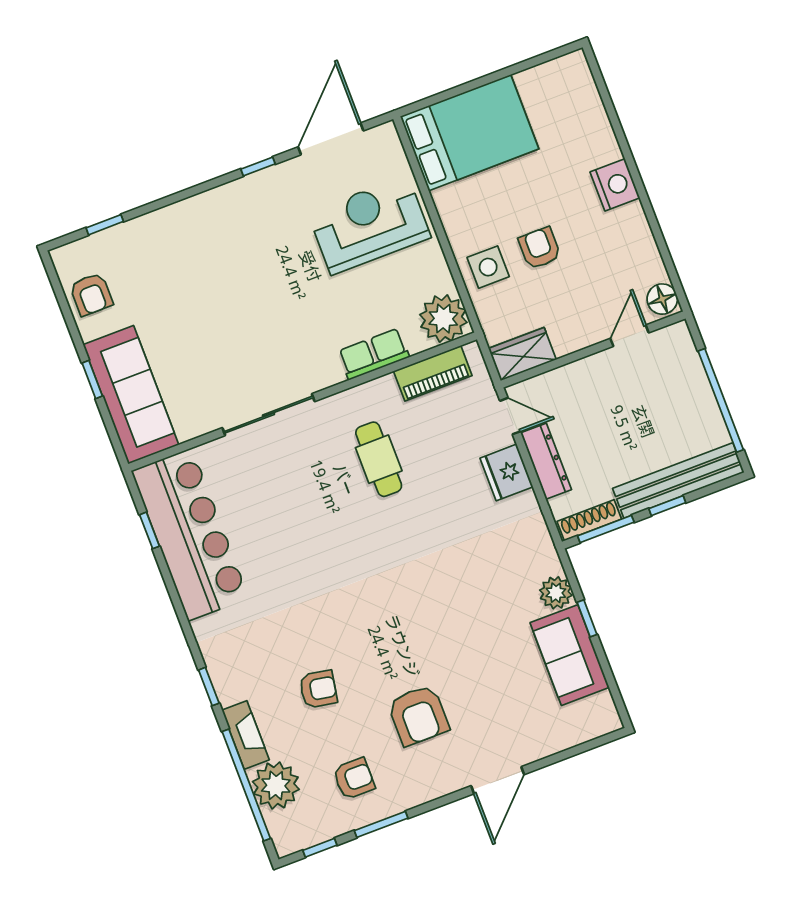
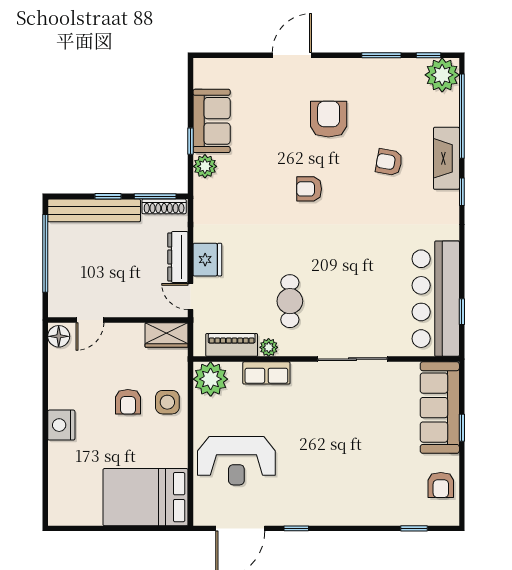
armchair: (91, 294) -> (441, 485), turned 180
plant: (383, 389) -> (269, 347), added
fireplace: (246, 735) -> (446, 158), width x1.37, depth x1.32
armchair: (354, 779) -> (309, 189), moved
plant: (276, 786) -> (442, 75), moved

